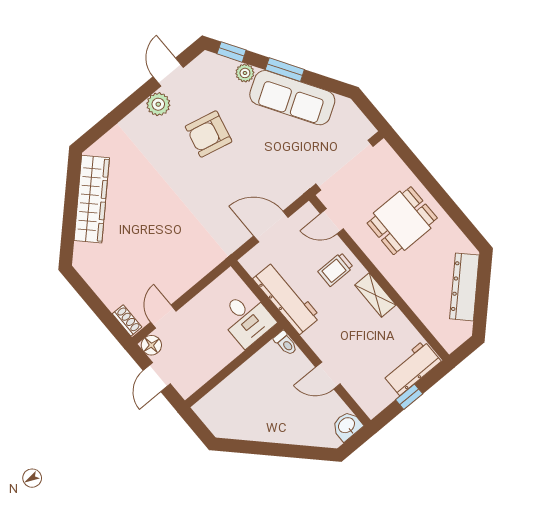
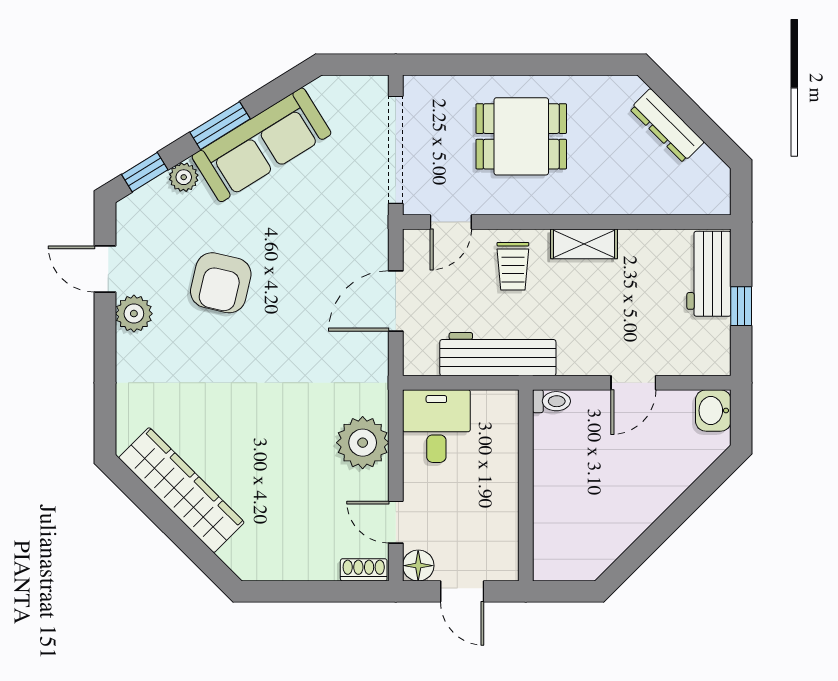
dining table: (402, 221) -> (521, 136), turned 90
plant: (189, 268) -> (363, 443), added
dresser: (464, 287) -> (667, 125), width x0.73, depth x0.80
desk: (247, 319) -> (436, 426), moved, turned -90

